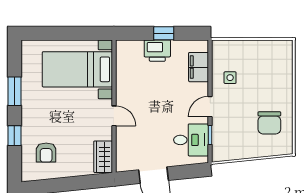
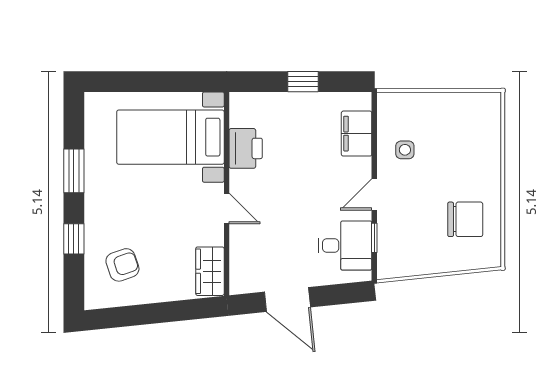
printer: (157, 51) -> (246, 148), moved, turned -90
chair: (269, 123) -> (465, 219), turned -90
armchair: (46, 153) -> (122, 265), turned -109

